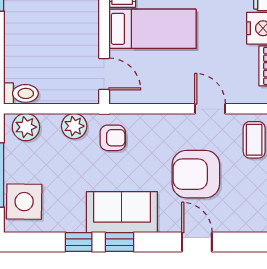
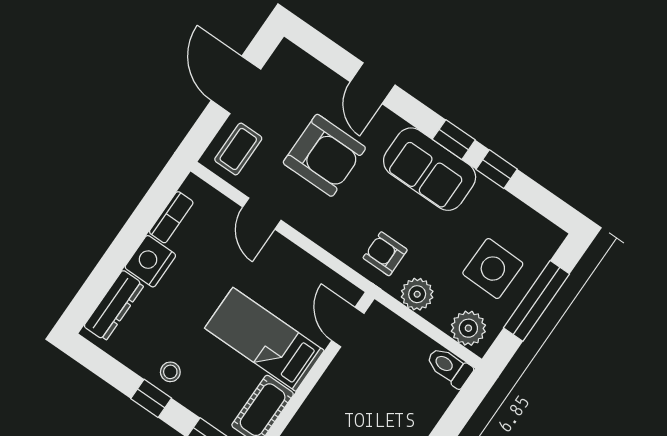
side table: (24, 202) -> (493, 269), moved

